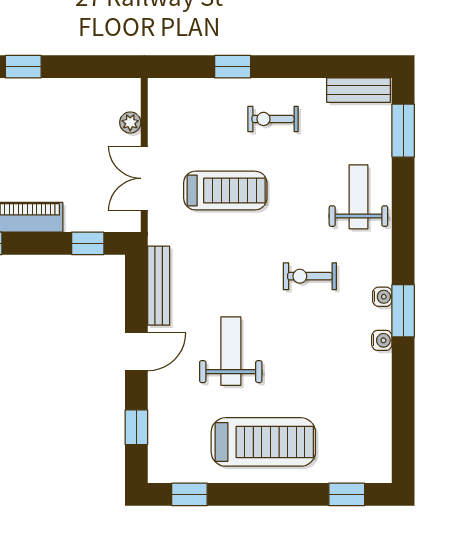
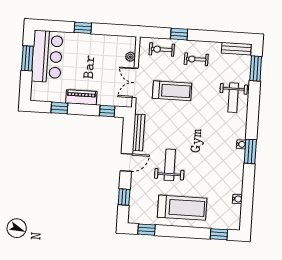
weight bench: (358, 197) -> (233, 98), turned 180
exercise bike: (310, 276) -> (162, 50), moved
water cooler: (382, 340) -> (237, 199), moved

